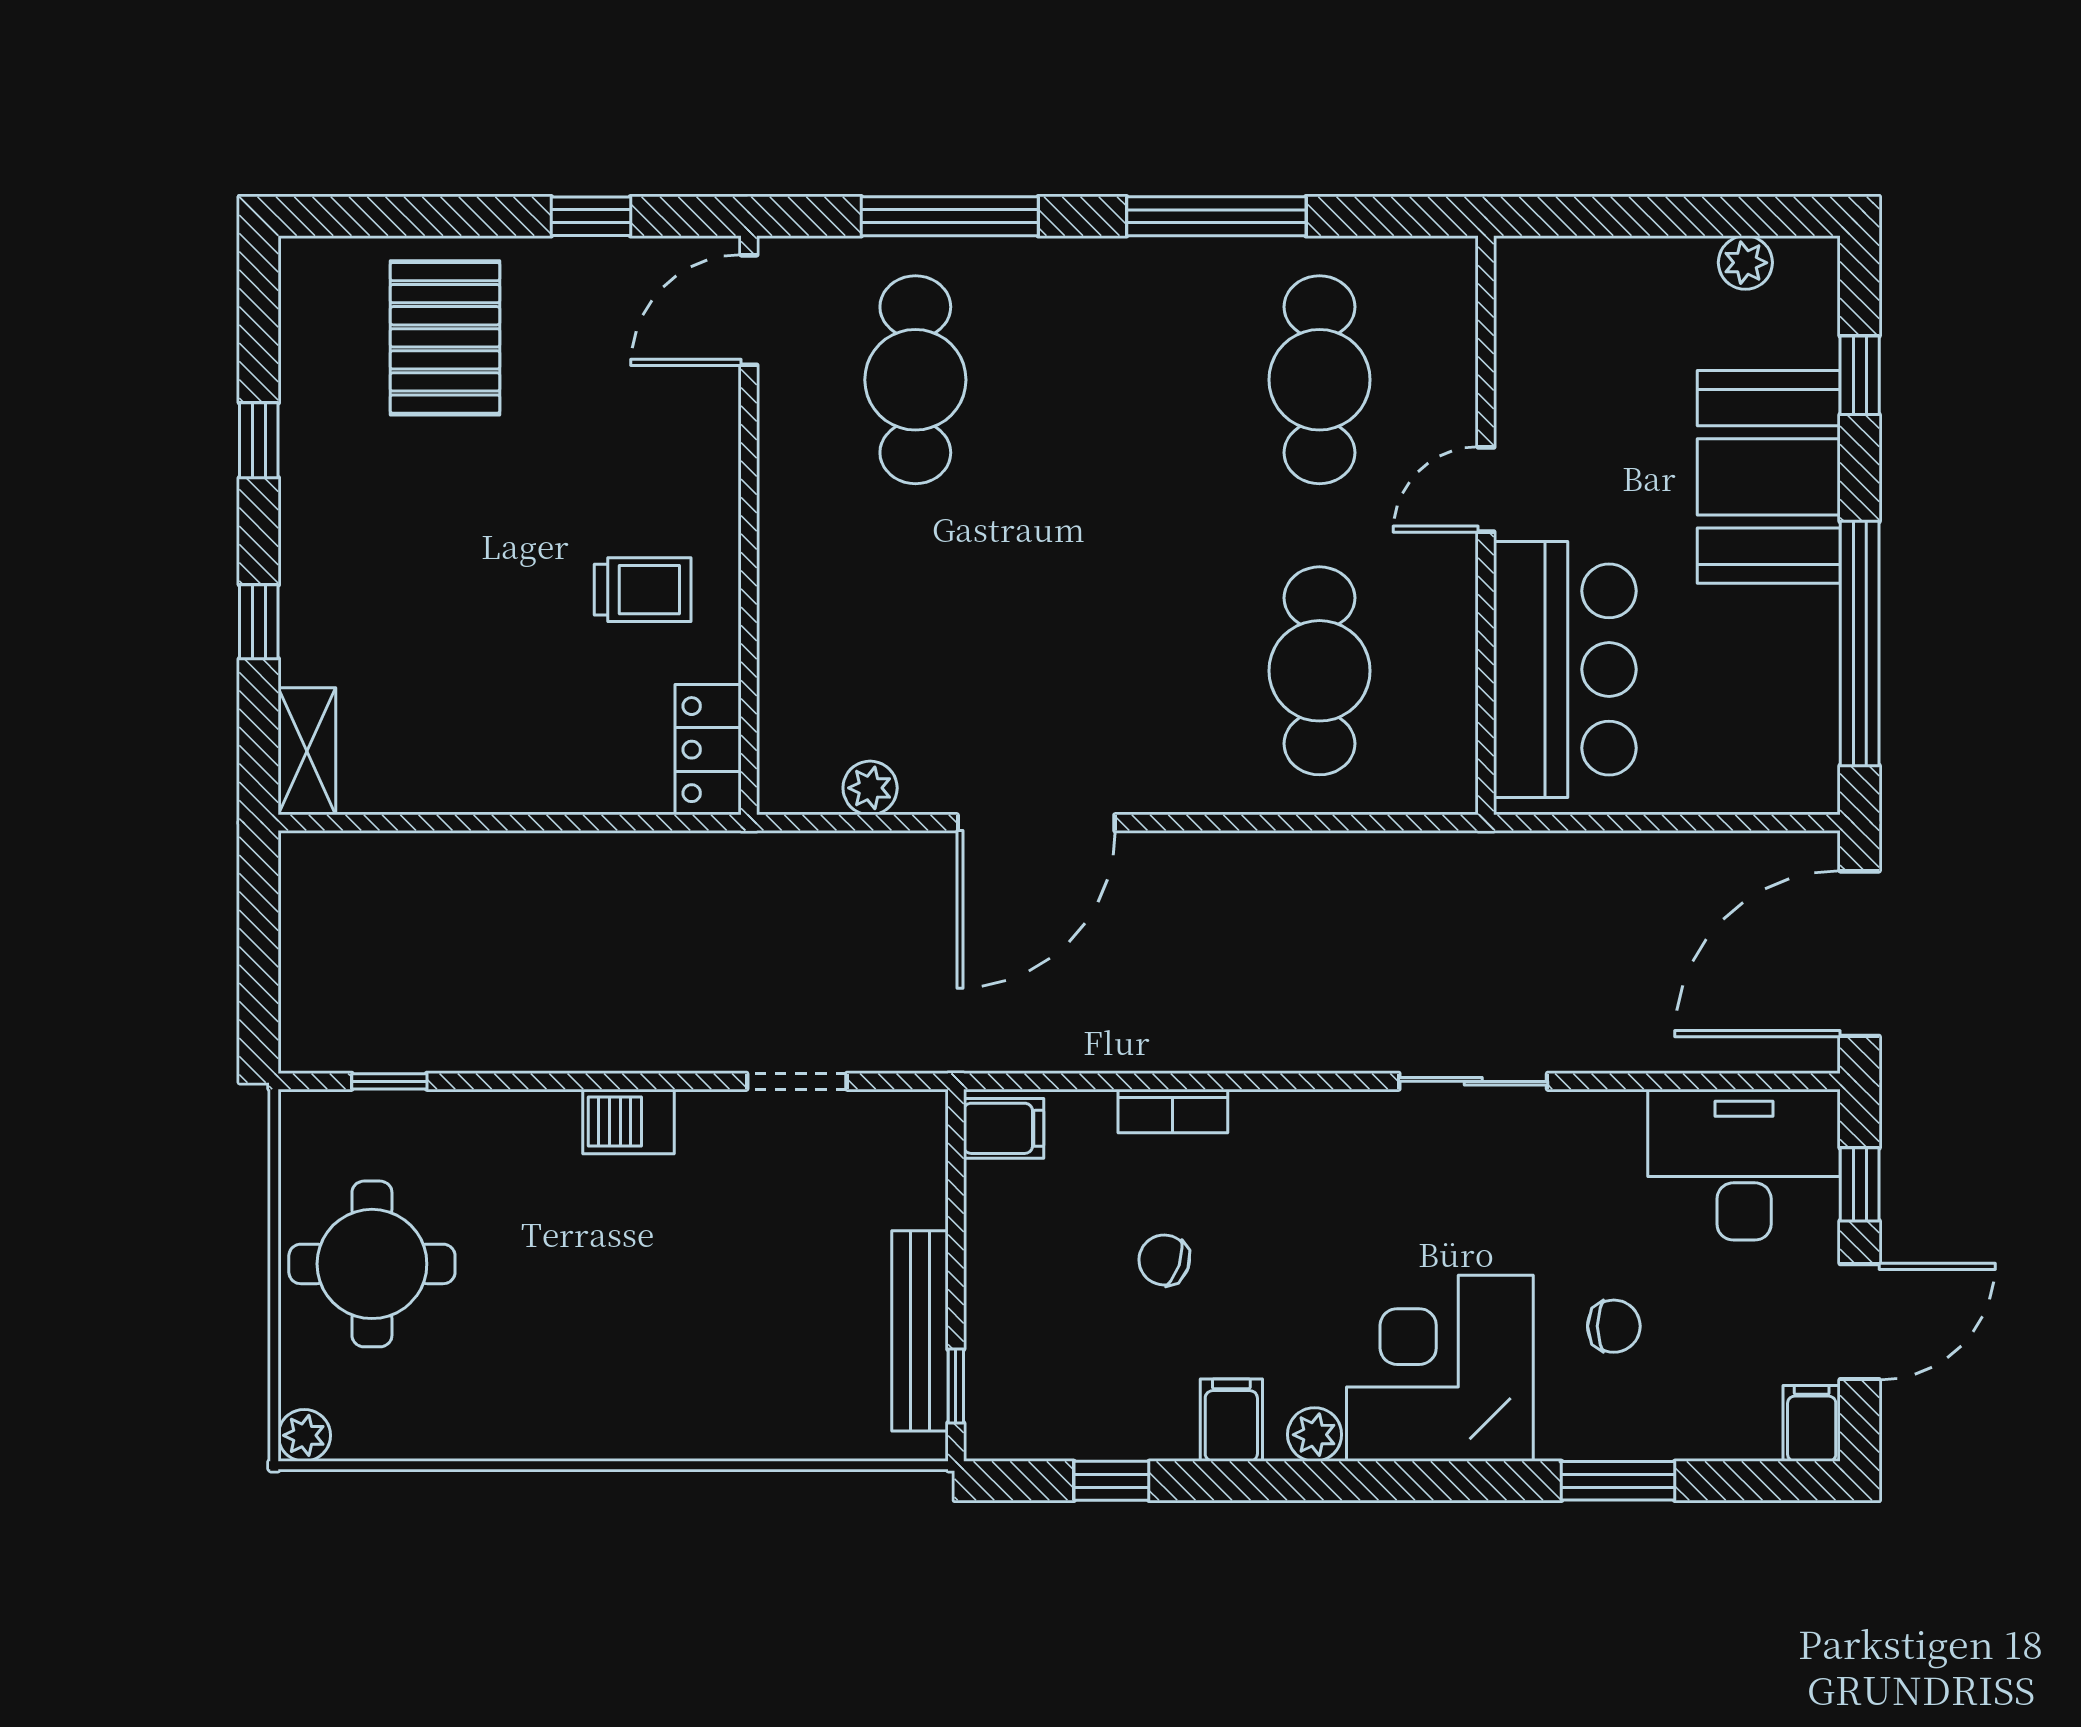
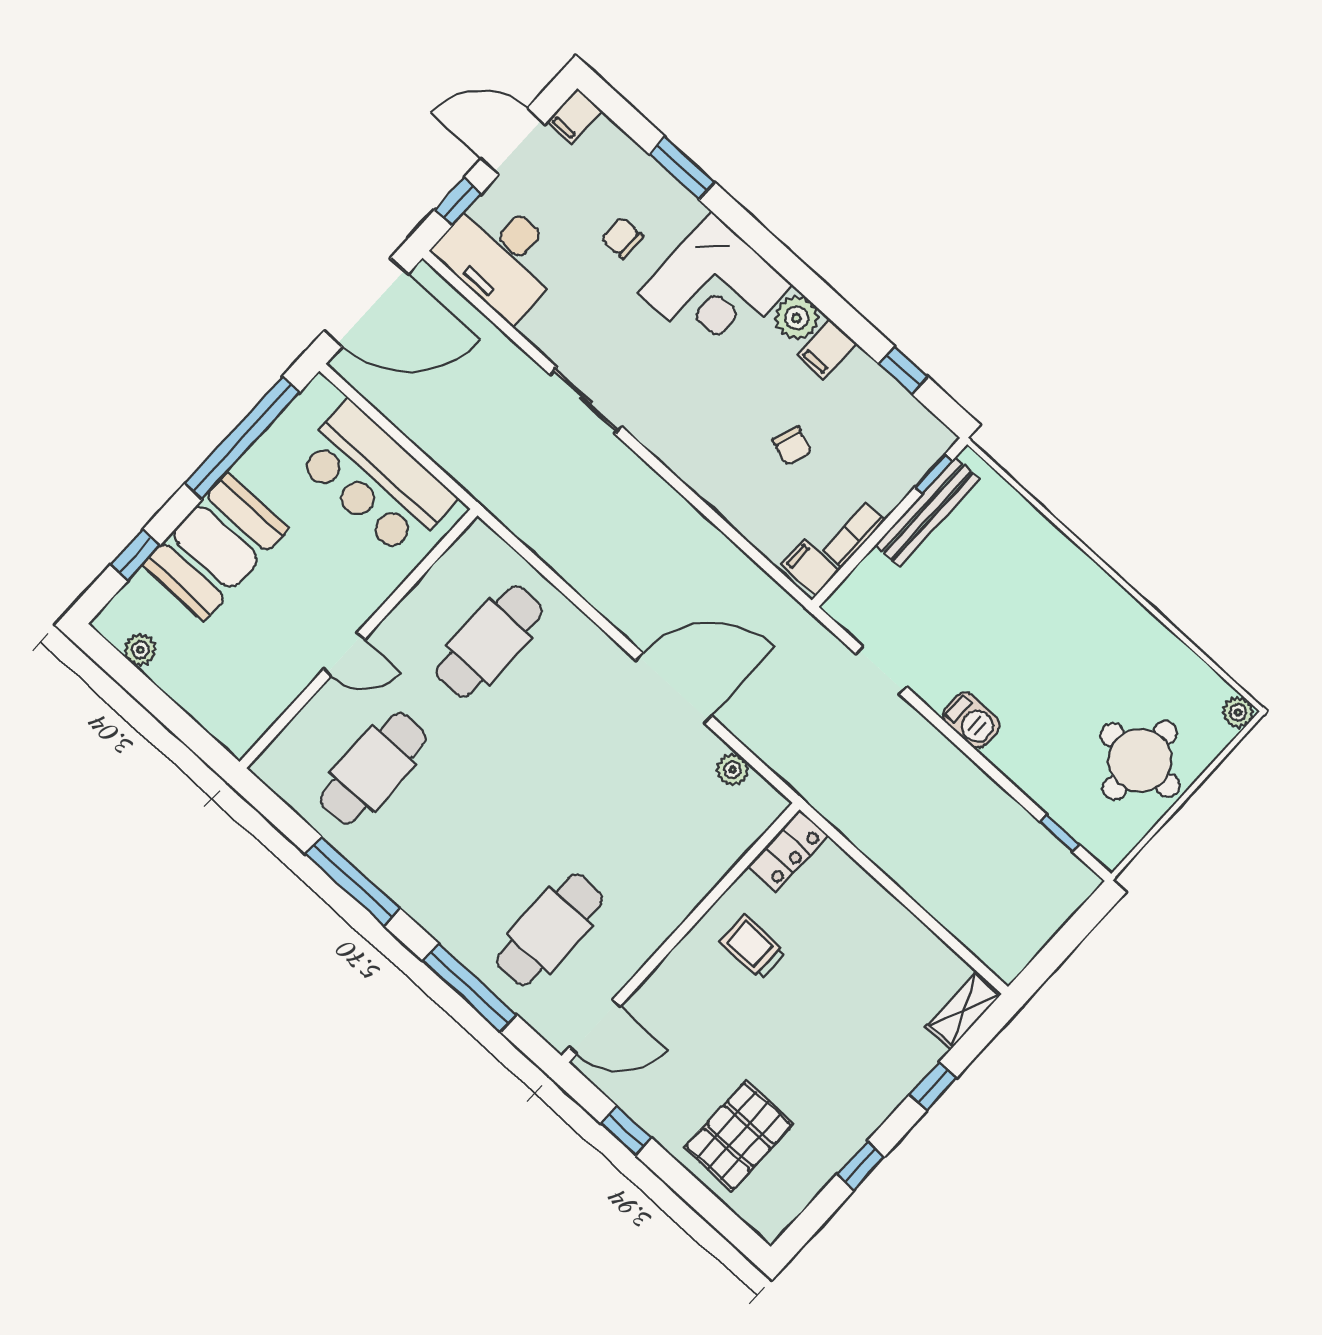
bar counter: (1565, 669) -> (375, 479), moved, turned -90
bookcase: (1173, 1111) -> (854, 535), moved, turned -90
plant: (1315, 1435) -> (797, 318), width x1.38, depth x1.38

